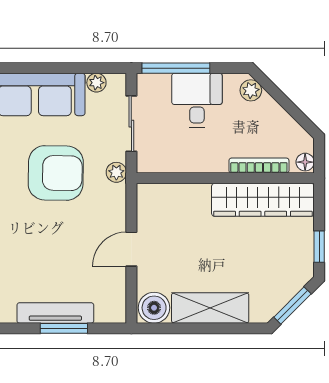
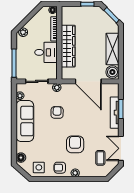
desk: (197, 100) -> (46, 52), moved, turned 180
armchair: (56, 173) -> (57, 112), width x0.53, depth x0.53
wardrobe: (263, 200) -> (68, 46), moved
door: (131, 249) -> (88, 81), width x1.87

